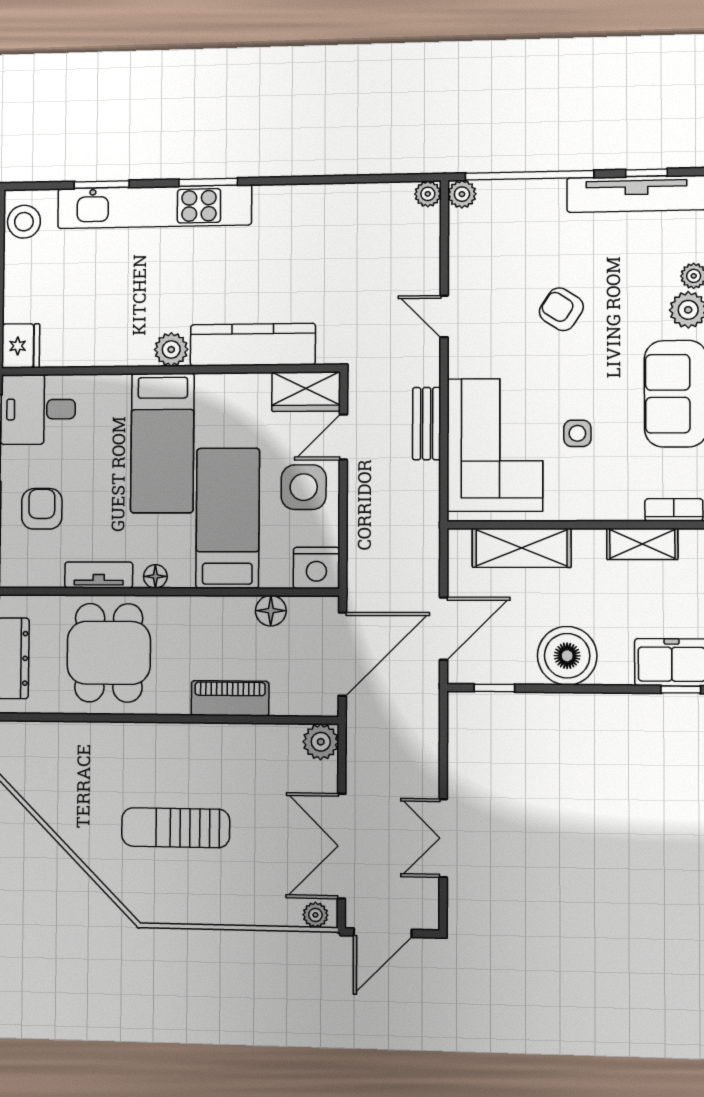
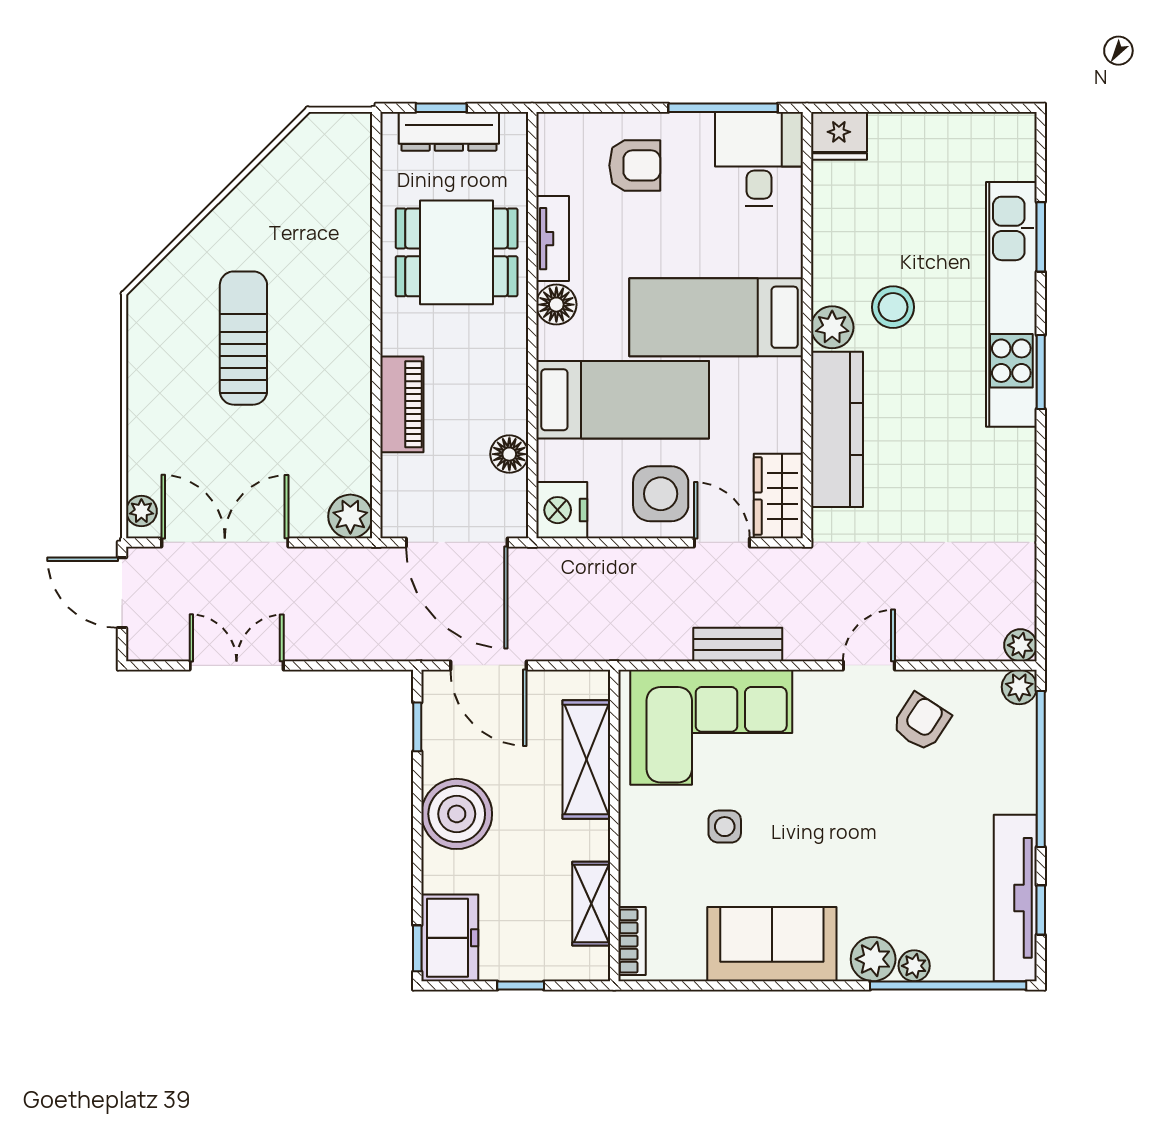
stool: (24, 222) -> (893, 307), moved
armchair: (561, 309) -> (921, 722), moved
floor lamp: (155, 576) -> (556, 305), width x1.37, depth x1.37

